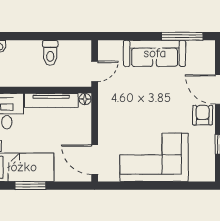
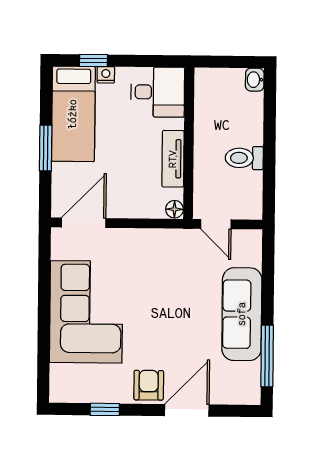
tv unit: (51, 100) -> (173, 159), width x0.71
armchair: (203, 115) -> (149, 385), turned -90
window: (30, 186) -> (46, 148), moved

